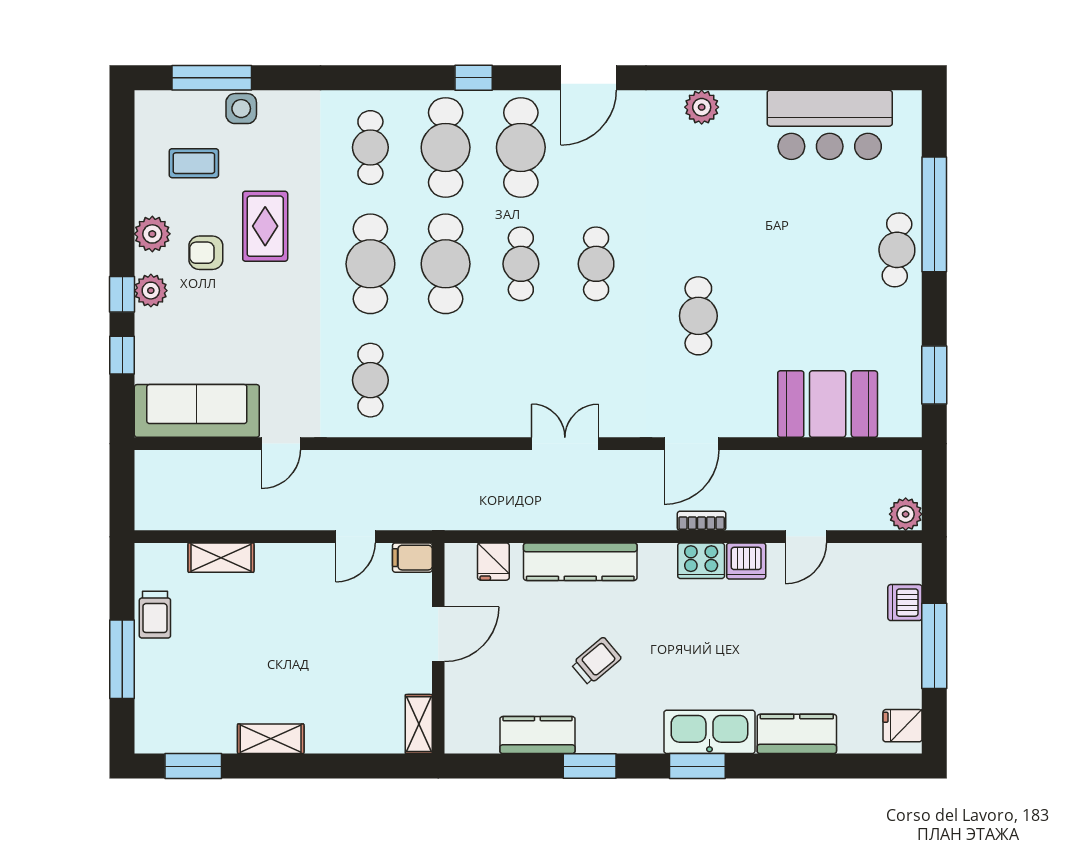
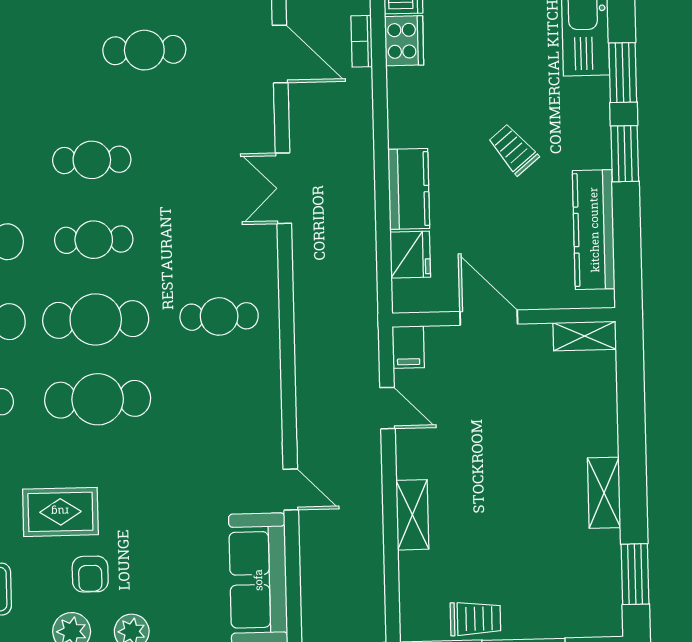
cafe table: (370, 380) -> (219, 316), moved
shelving: (221, 558) -> (412, 515), moved
fridge: (493, 562) -> (410, 255), width x1.38
kitchen counter: (580, 562) -> (409, 189), width x0.67
kitchen counter: (537, 735) -> (594, 230), width x1.50
window: (697, 766) -> (623, 73), moved

